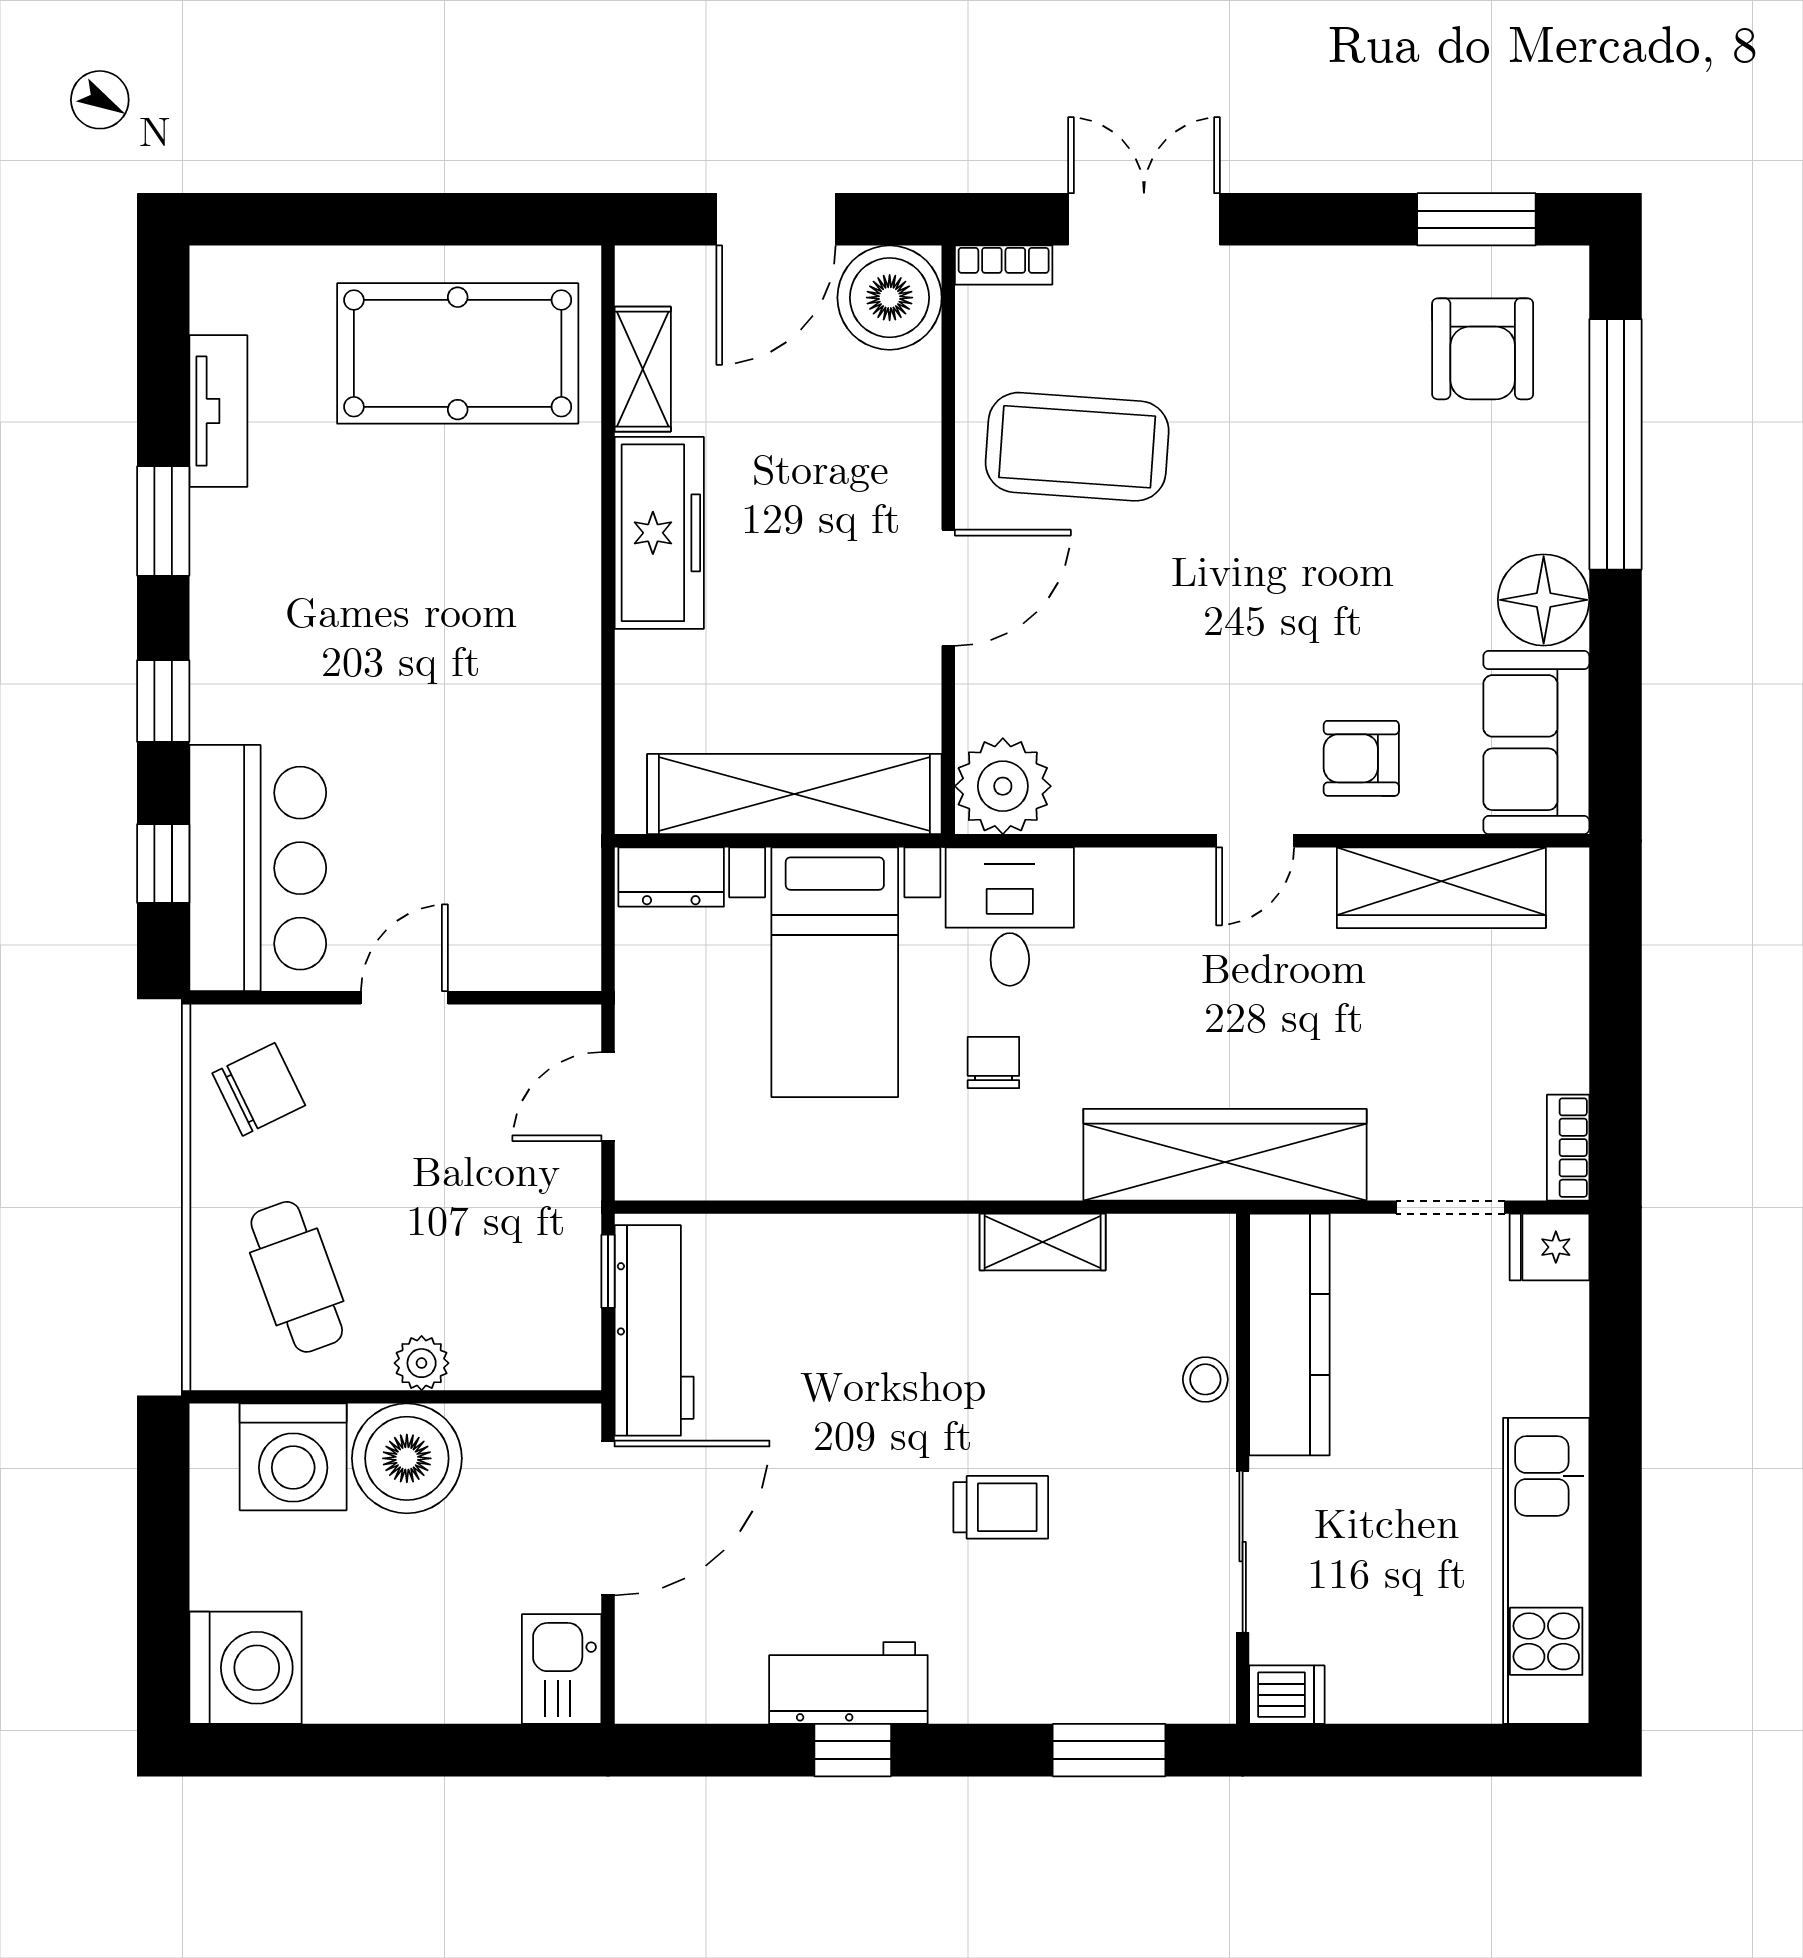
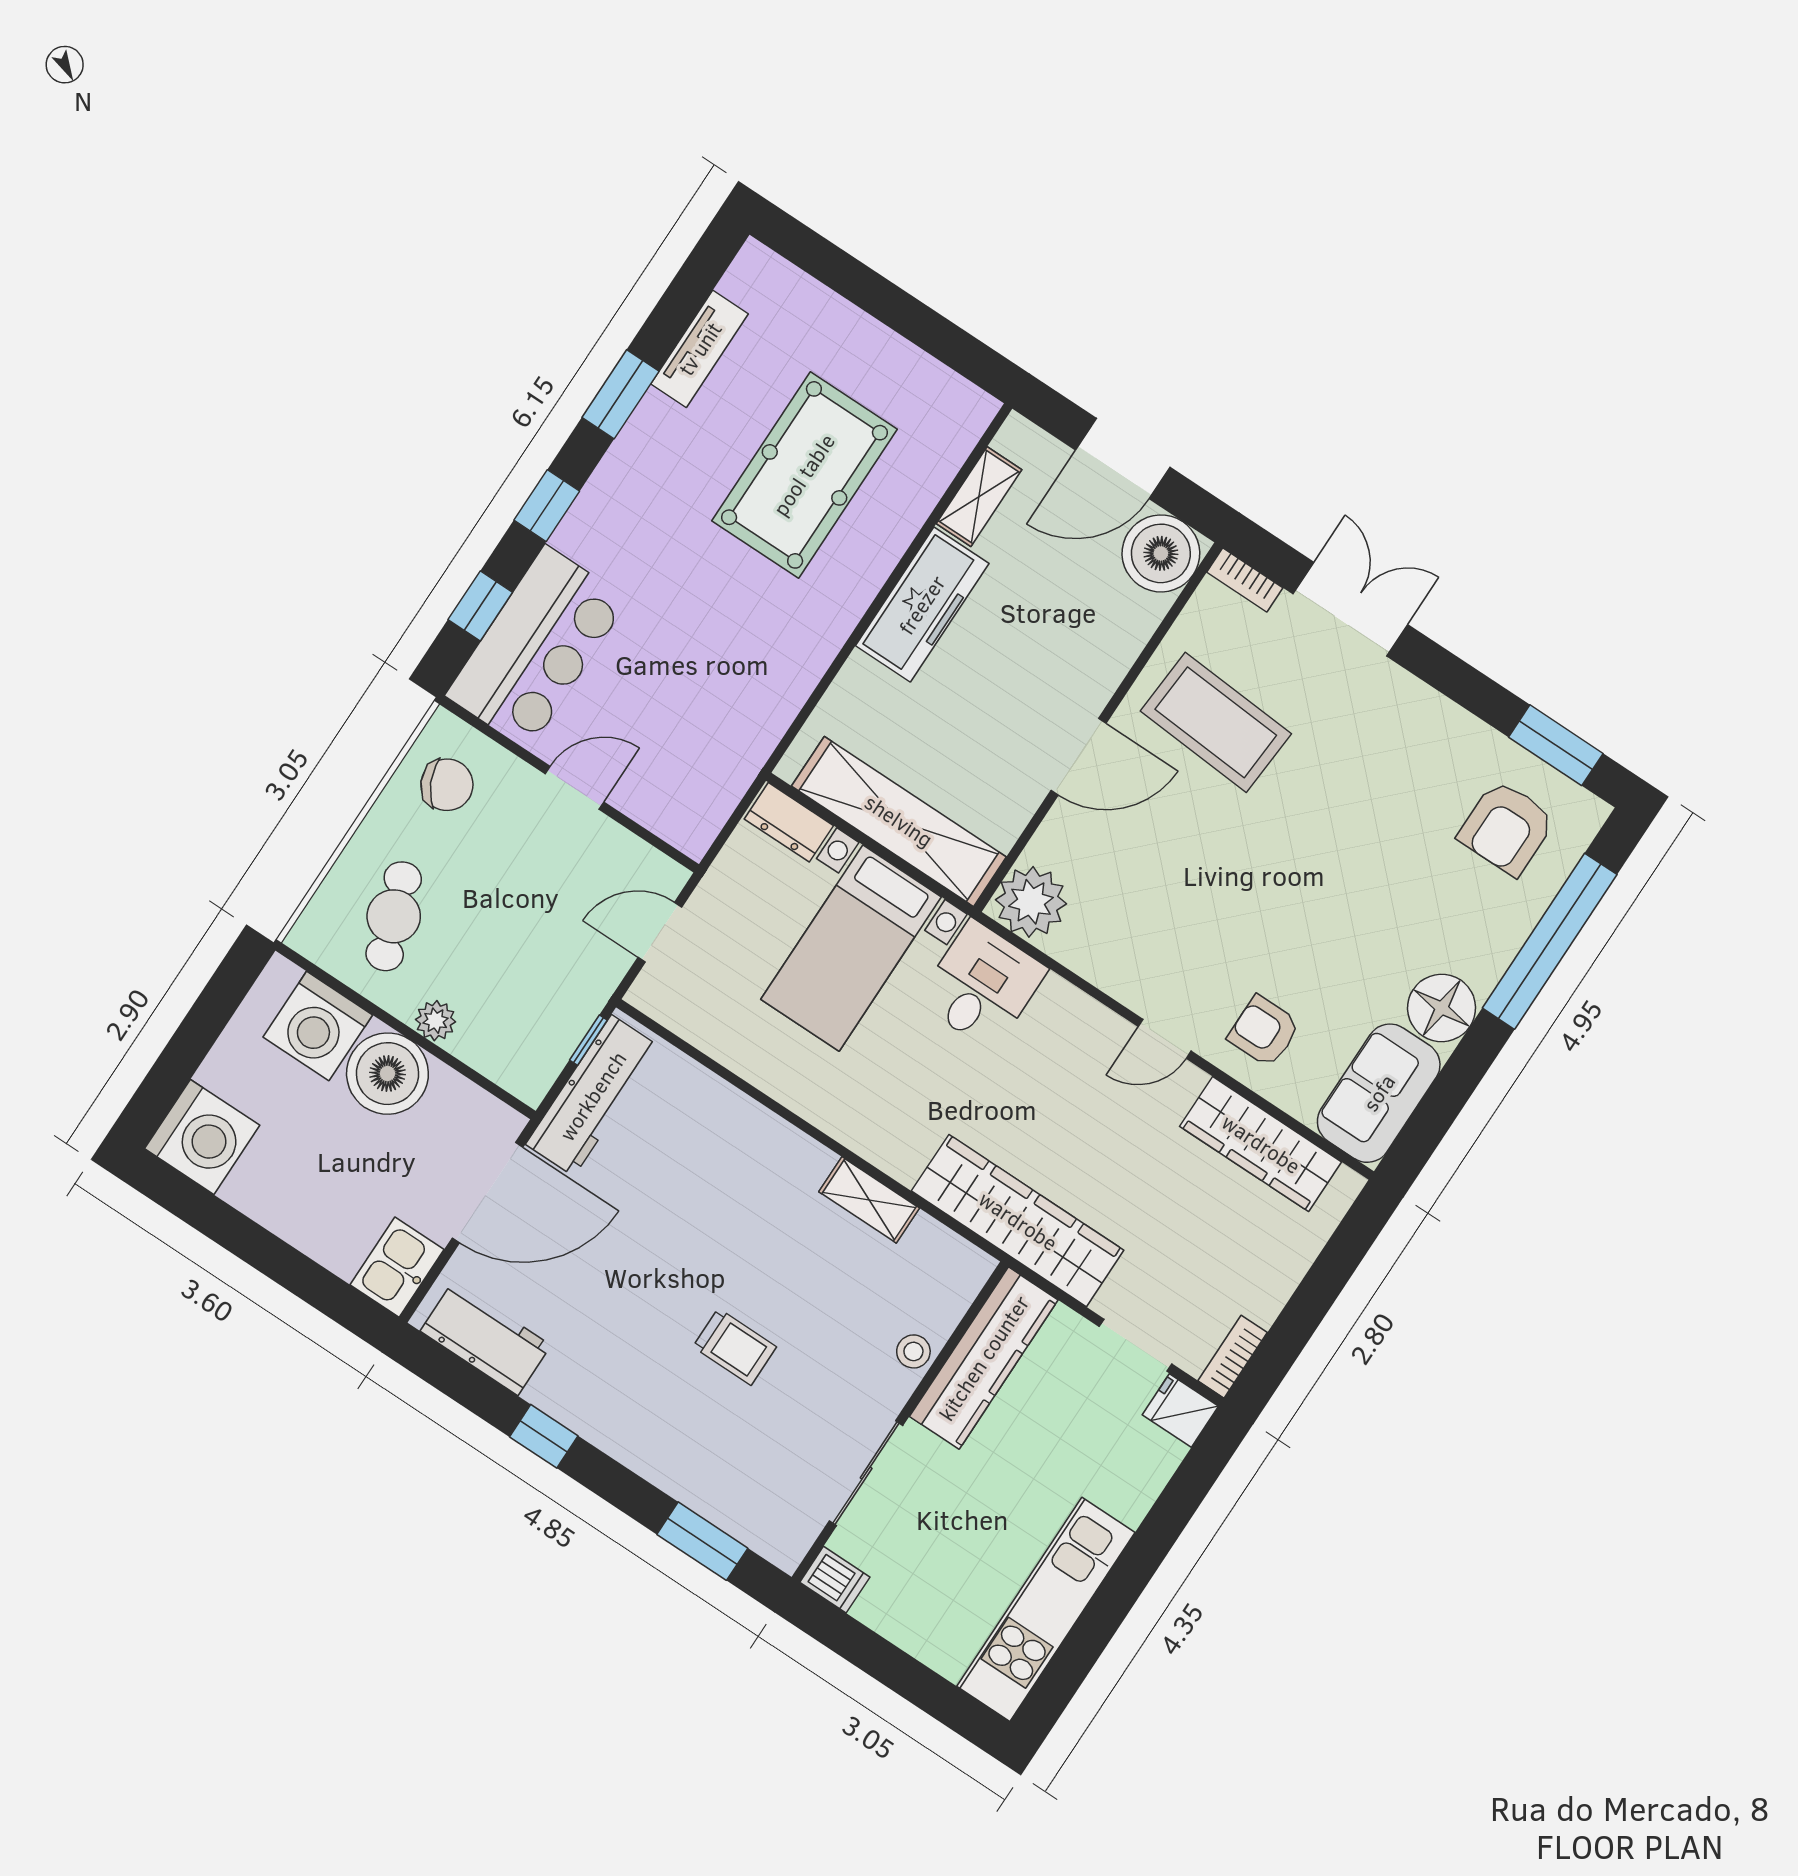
pool table: (458, 353) -> (804, 475), moved, turned 90
chair: (993, 1063) -> (912, 1069), removed
workbench: (848, 1683) -> (486, 1338), moved

